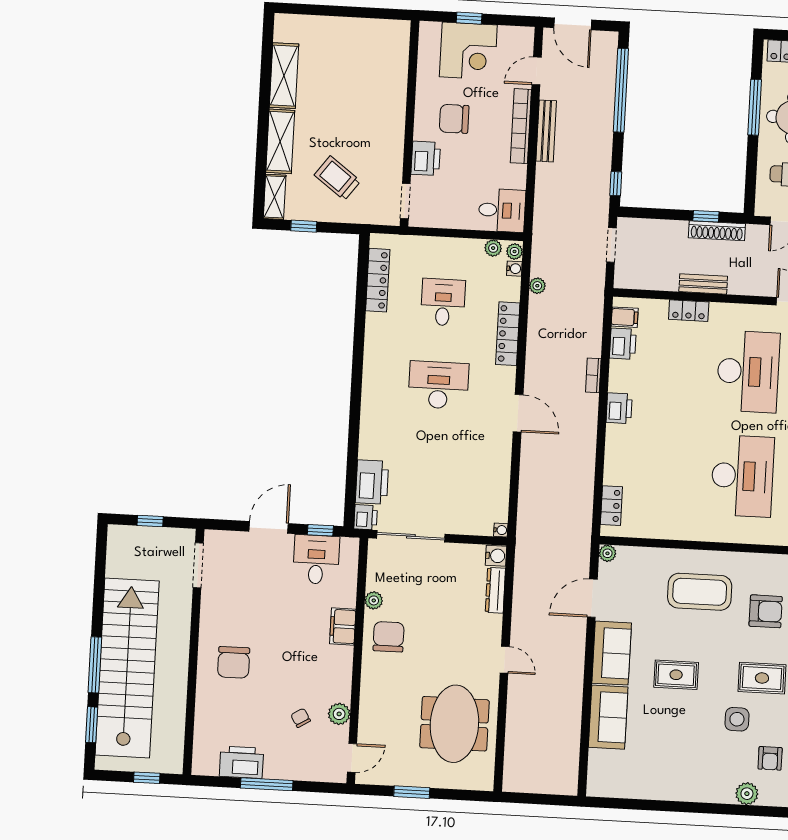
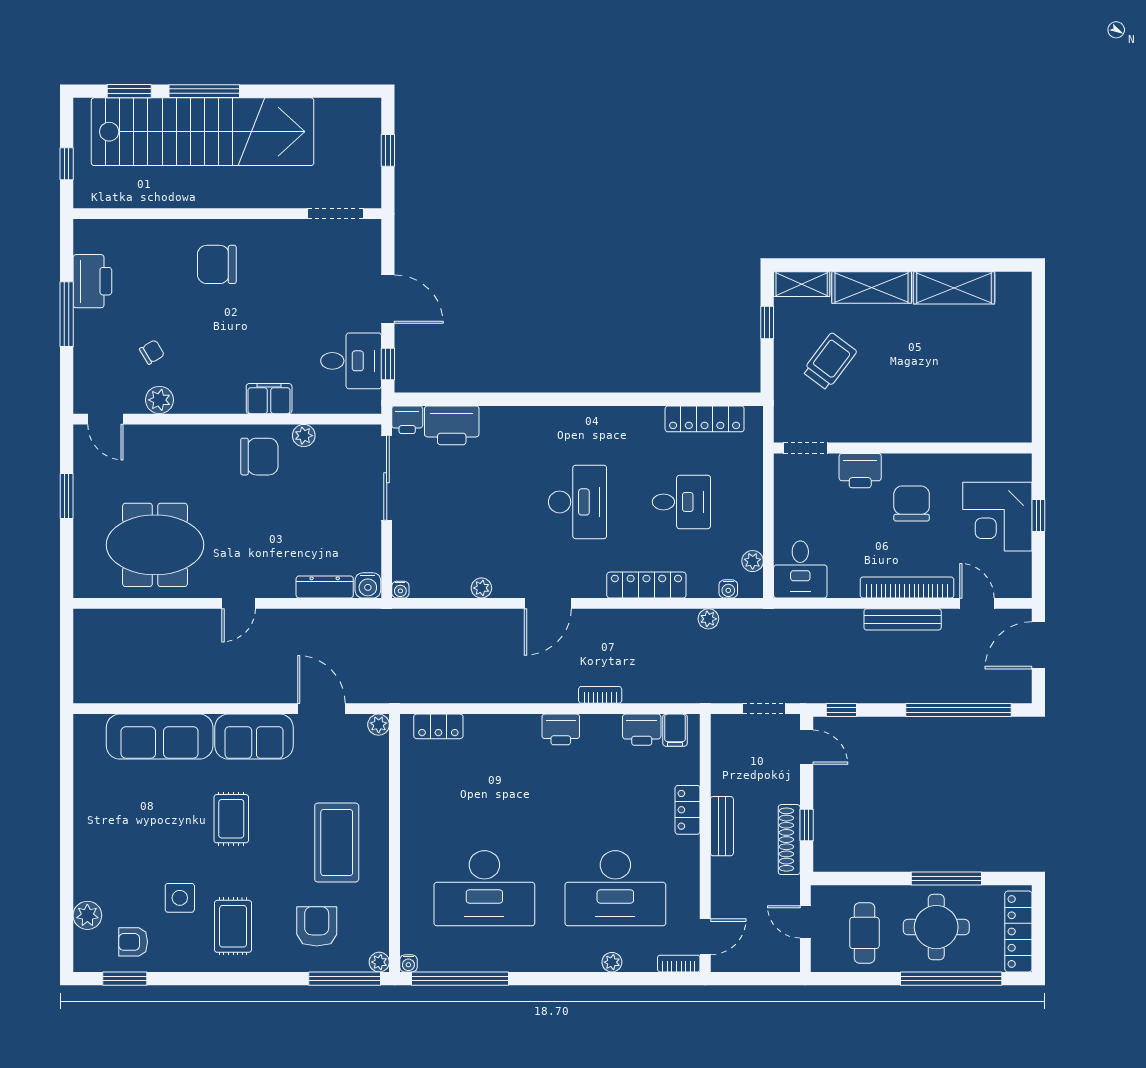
door: (644, 213) -> (807, 747), added
plant: (515, 251) -> (481, 588), moved
armchair: (766, 611) -> (317, 926), turned 180
sofa: (608, 717) -> (160, 737), width x1.36

